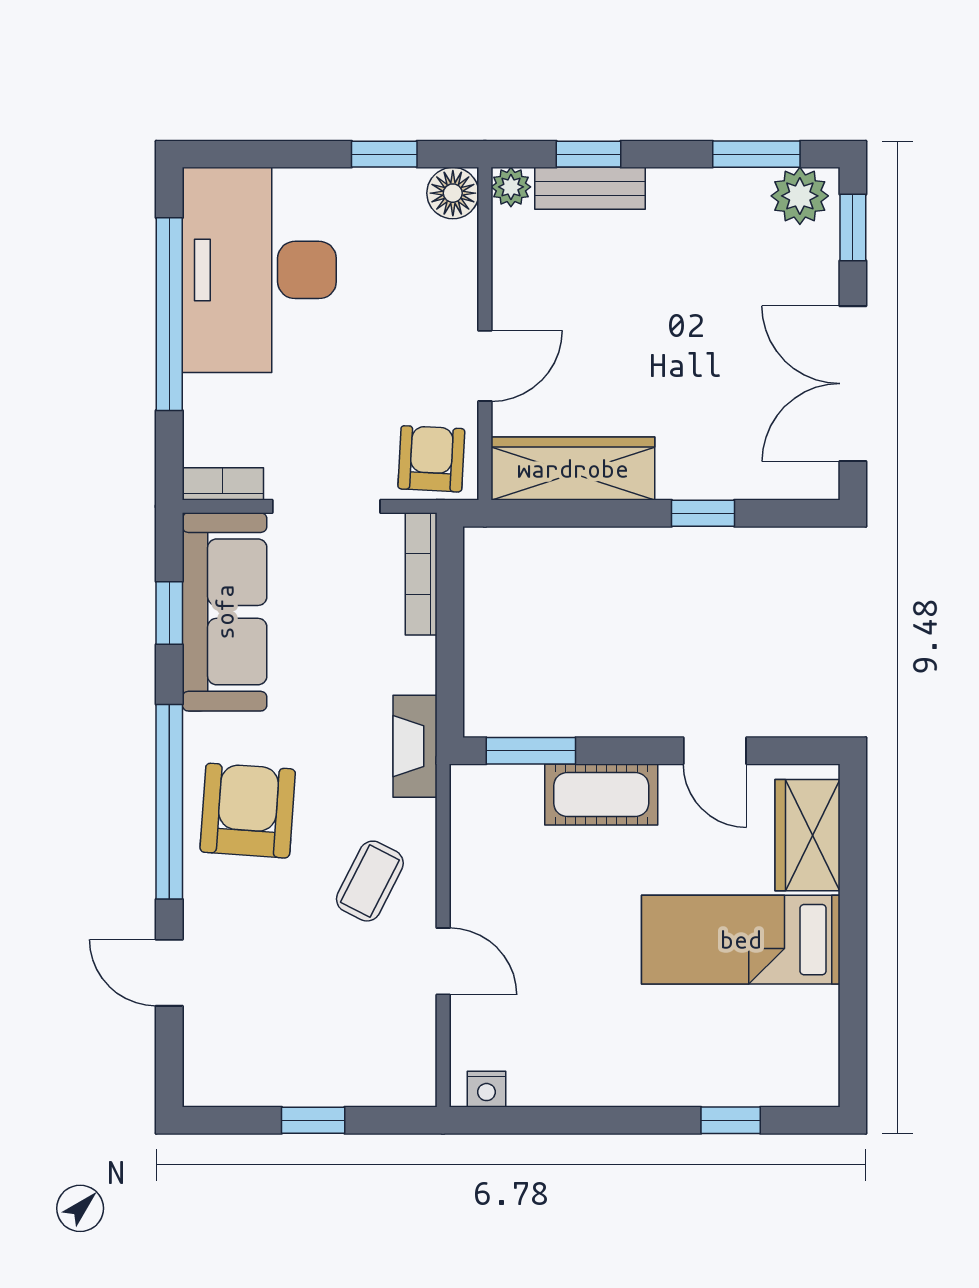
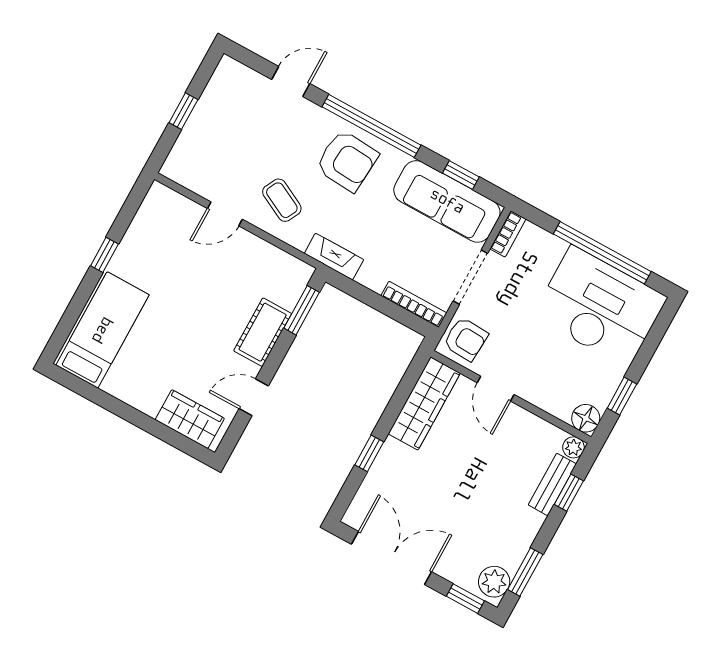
bed: (741, 940) -> (102, 330), moved
nightstand: (486, 1089) -> (153, 201), removed
window: (731, 1120) -> (104, 255), moved

